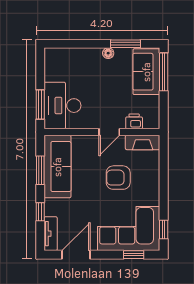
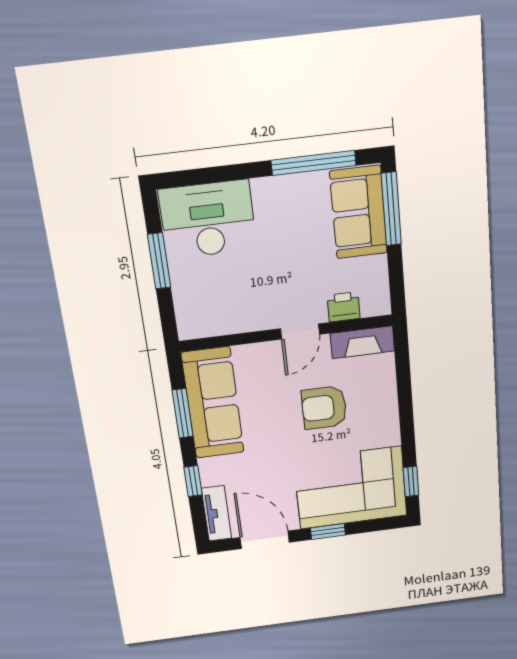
window: (125, 44) -> (314, 163), width x1.44
floor lamp: (108, 53) -> (282, 185), removed
window: (40, 105) -> (159, 261), moved
desk: (62, 106) -> (208, 219), moved, turned 90
door: (76, 255) -> (265, 540), hinge flipped
window: (134, 255) -> (328, 532), moved

